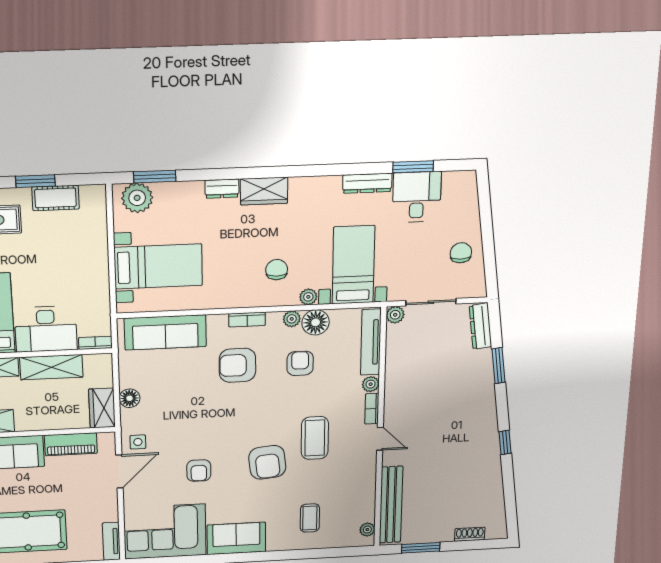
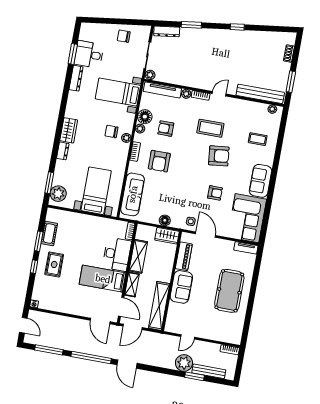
plant: (308, 297) -> (126, 138), moved

